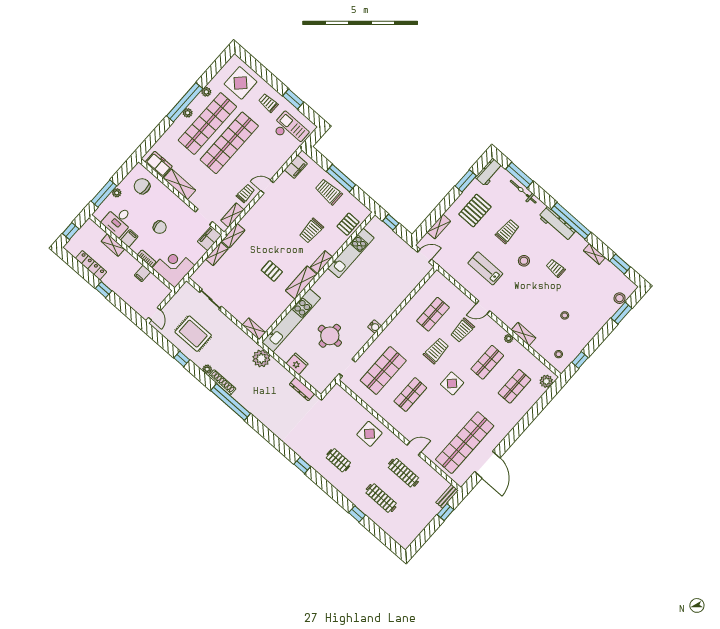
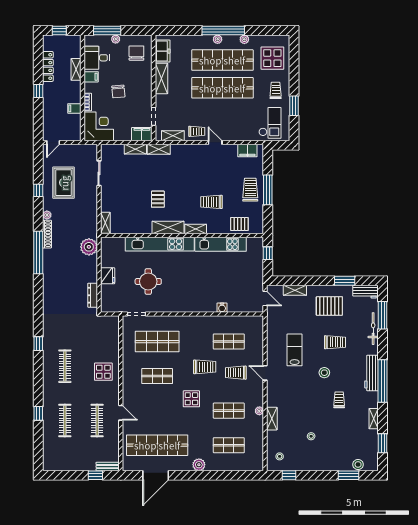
kitchen unit: (291, 320) -> (160, 244), moved
water cooler: (375, 327) -> (222, 308), moved
plant: (546, 381) -> (199, 465), moved
clothes rail: (338, 460) -> (65, 366), width x1.36

